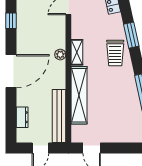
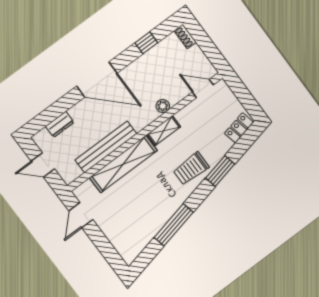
plant: (60, 55) -> (163, 106), moved
bench: (59, 116) -> (106, 147), moved

